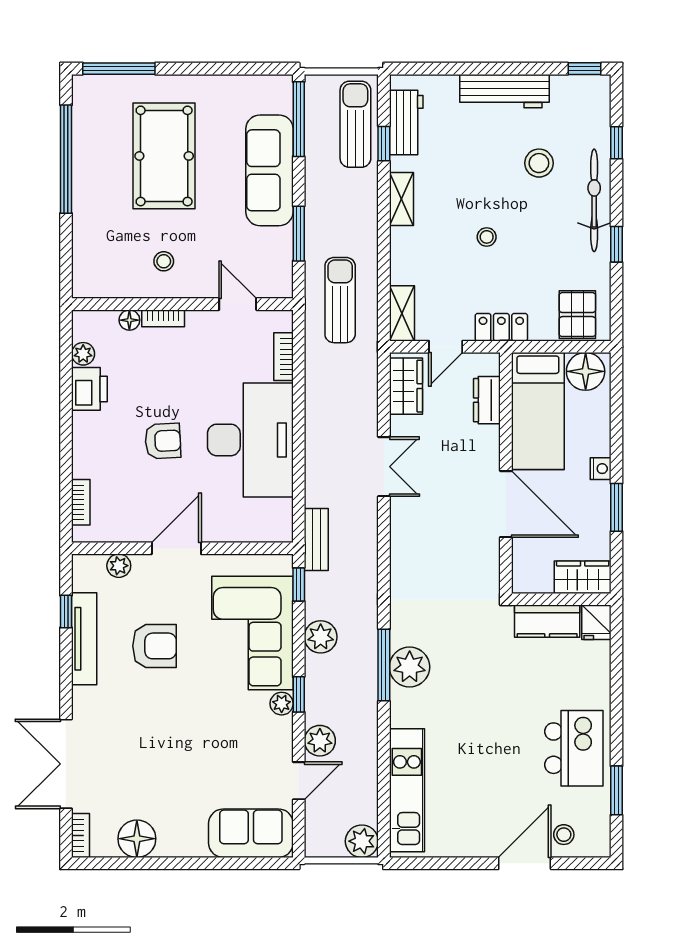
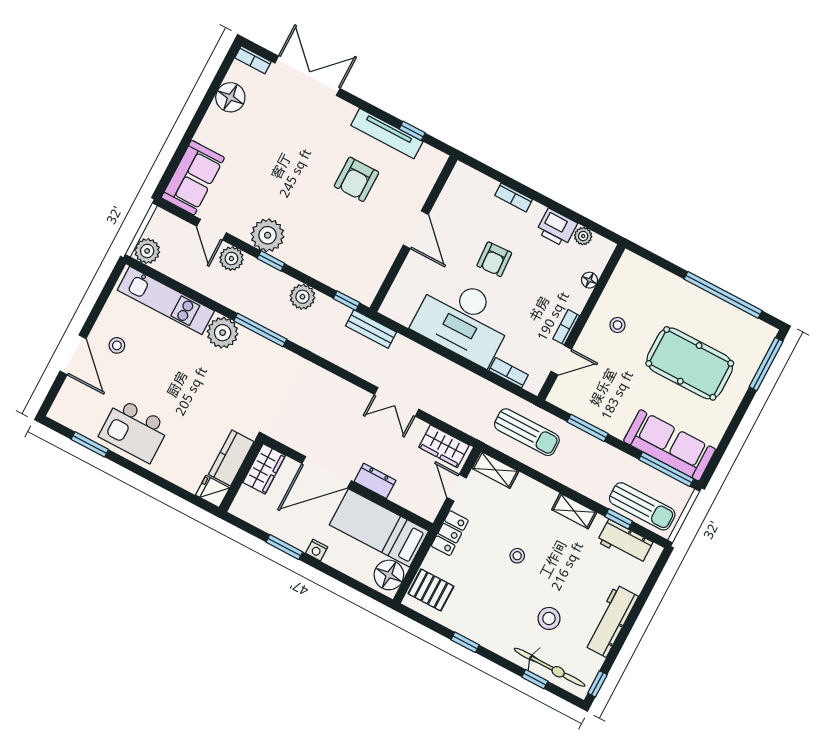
sofa: (269, 170) -> (670, 445), moved
bicycle: (594, 200) -> (550, 667), moved
bookcase: (163, 318) -> (566, 327), moved
dresser: (487, 400) -> (375, 481), moved
bookcase: (81, 502) -> (514, 197), moved
plant: (119, 566) -> (425, 184), removed
wardrobe: (583, 577) -> (264, 469), moved
corner sofa: (252, 633) -> (330, 251), removed
plant: (410, 667) -> (223, 333), moved
plant: (282, 704) -> (268, 235), width x1.87, depth x1.87
stool: (564, 835) -> (117, 345), moved

